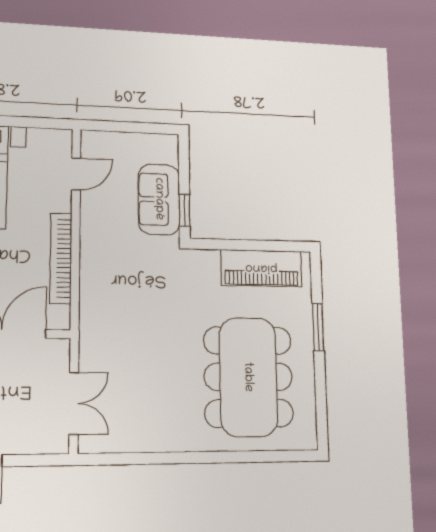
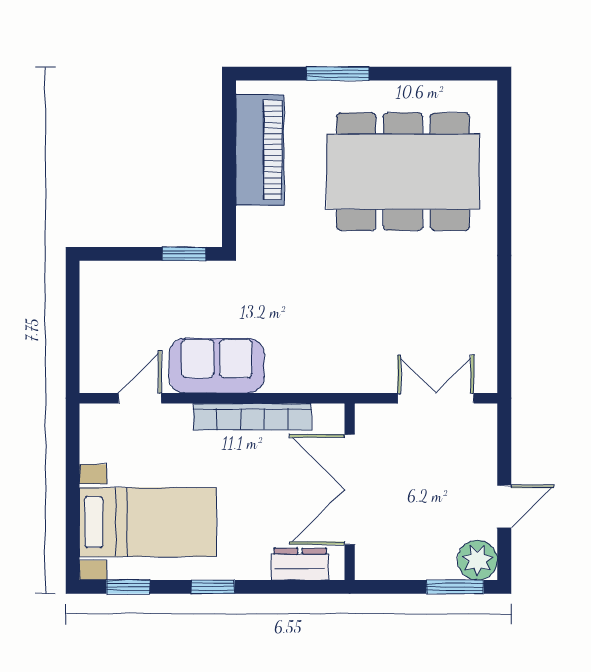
door: (76, 174) -> (140, 398), hinge flipped
sofa: (159, 199) -> (217, 366), moved, turned 180

